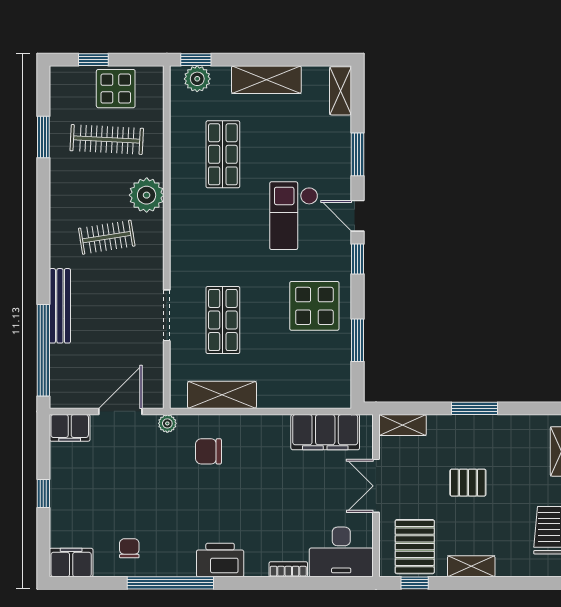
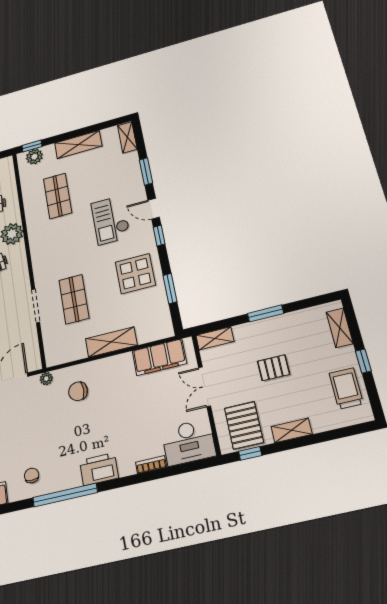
shelving: (222, 395) -> (111, 342), moved

